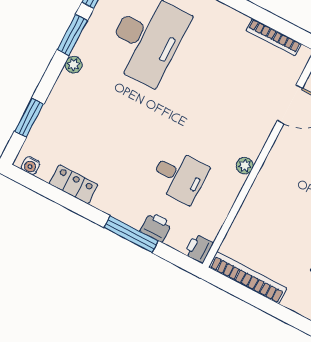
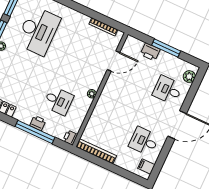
printer: (156, 227) -> (38, 123), moved
window: (131, 234) -> (35, 132), width x1.46

